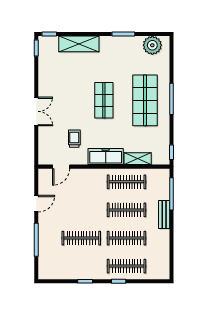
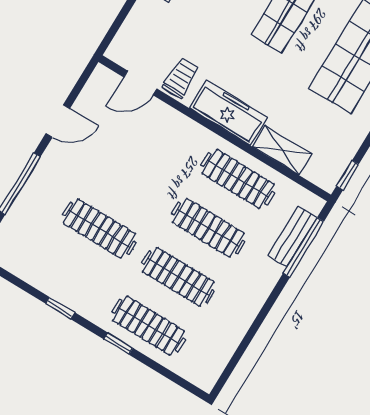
trolley: (74, 139) -> (181, 78), moved
bench: (164, 214) -> (293, 236), moved

